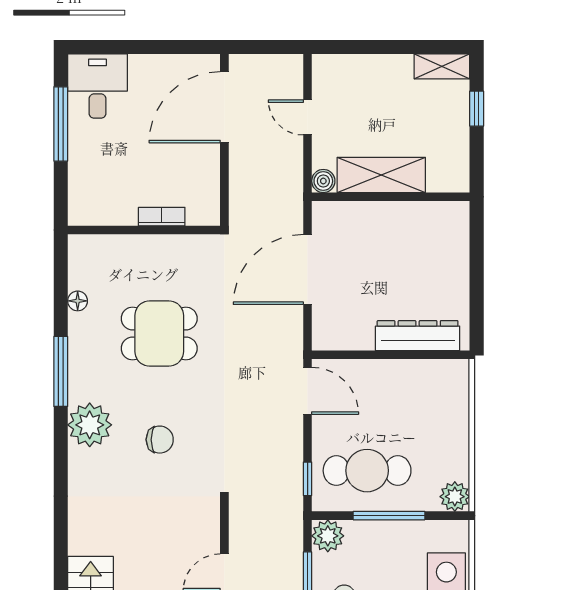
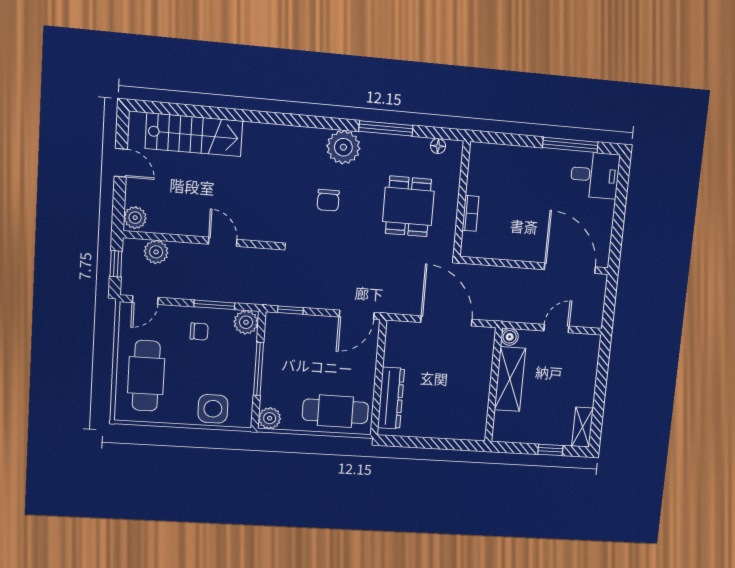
bookcase: (162, 217) -> (470, 213), moved
wall: (144, 230) -> (462, 199), moved
cafe table: (367, 471) -> (335, 411), moved, turned 90

